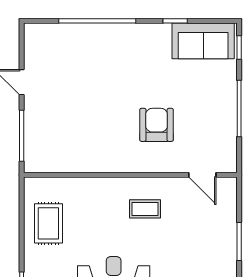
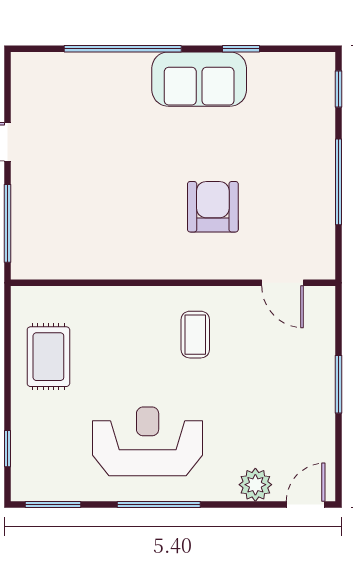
sofa: (203, 41) -> (199, 79), moved
coffee table: (145, 209) -> (195, 335), turned 90

